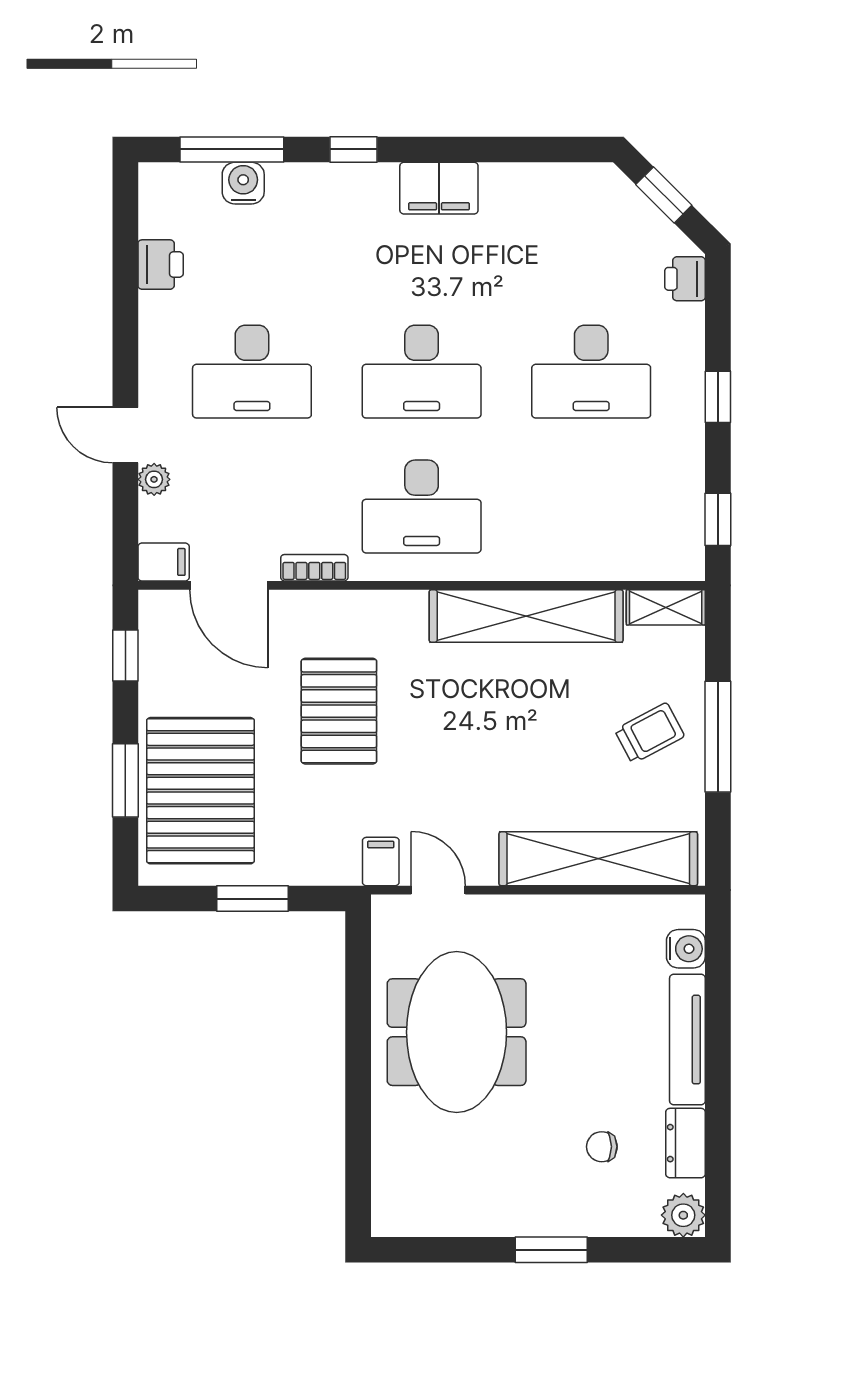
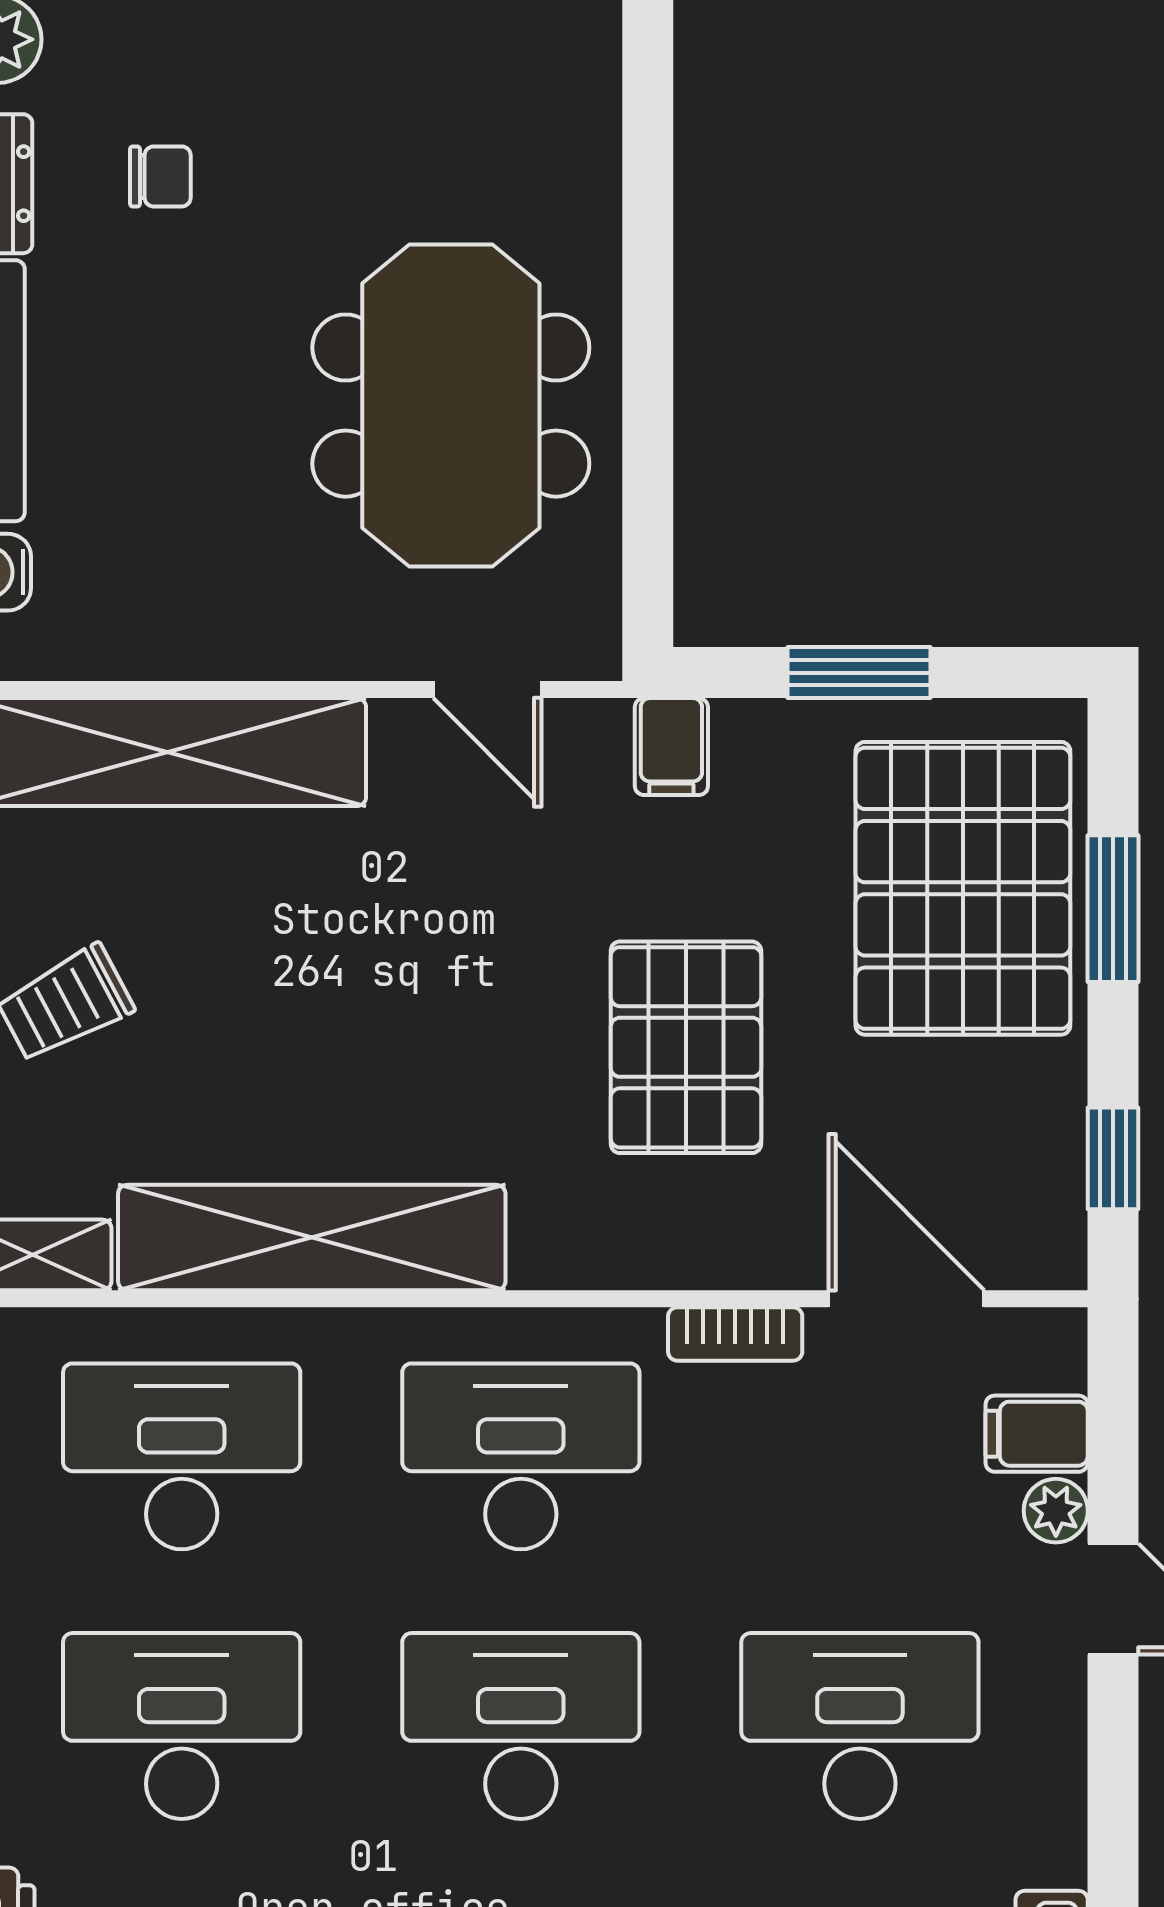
desk: (591, 507) -> (182, 1456), added
filing cabinet: (164, 562) -> (1037, 1434), moved
filing cabinet: (381, 862) -> (671, 747), moved

